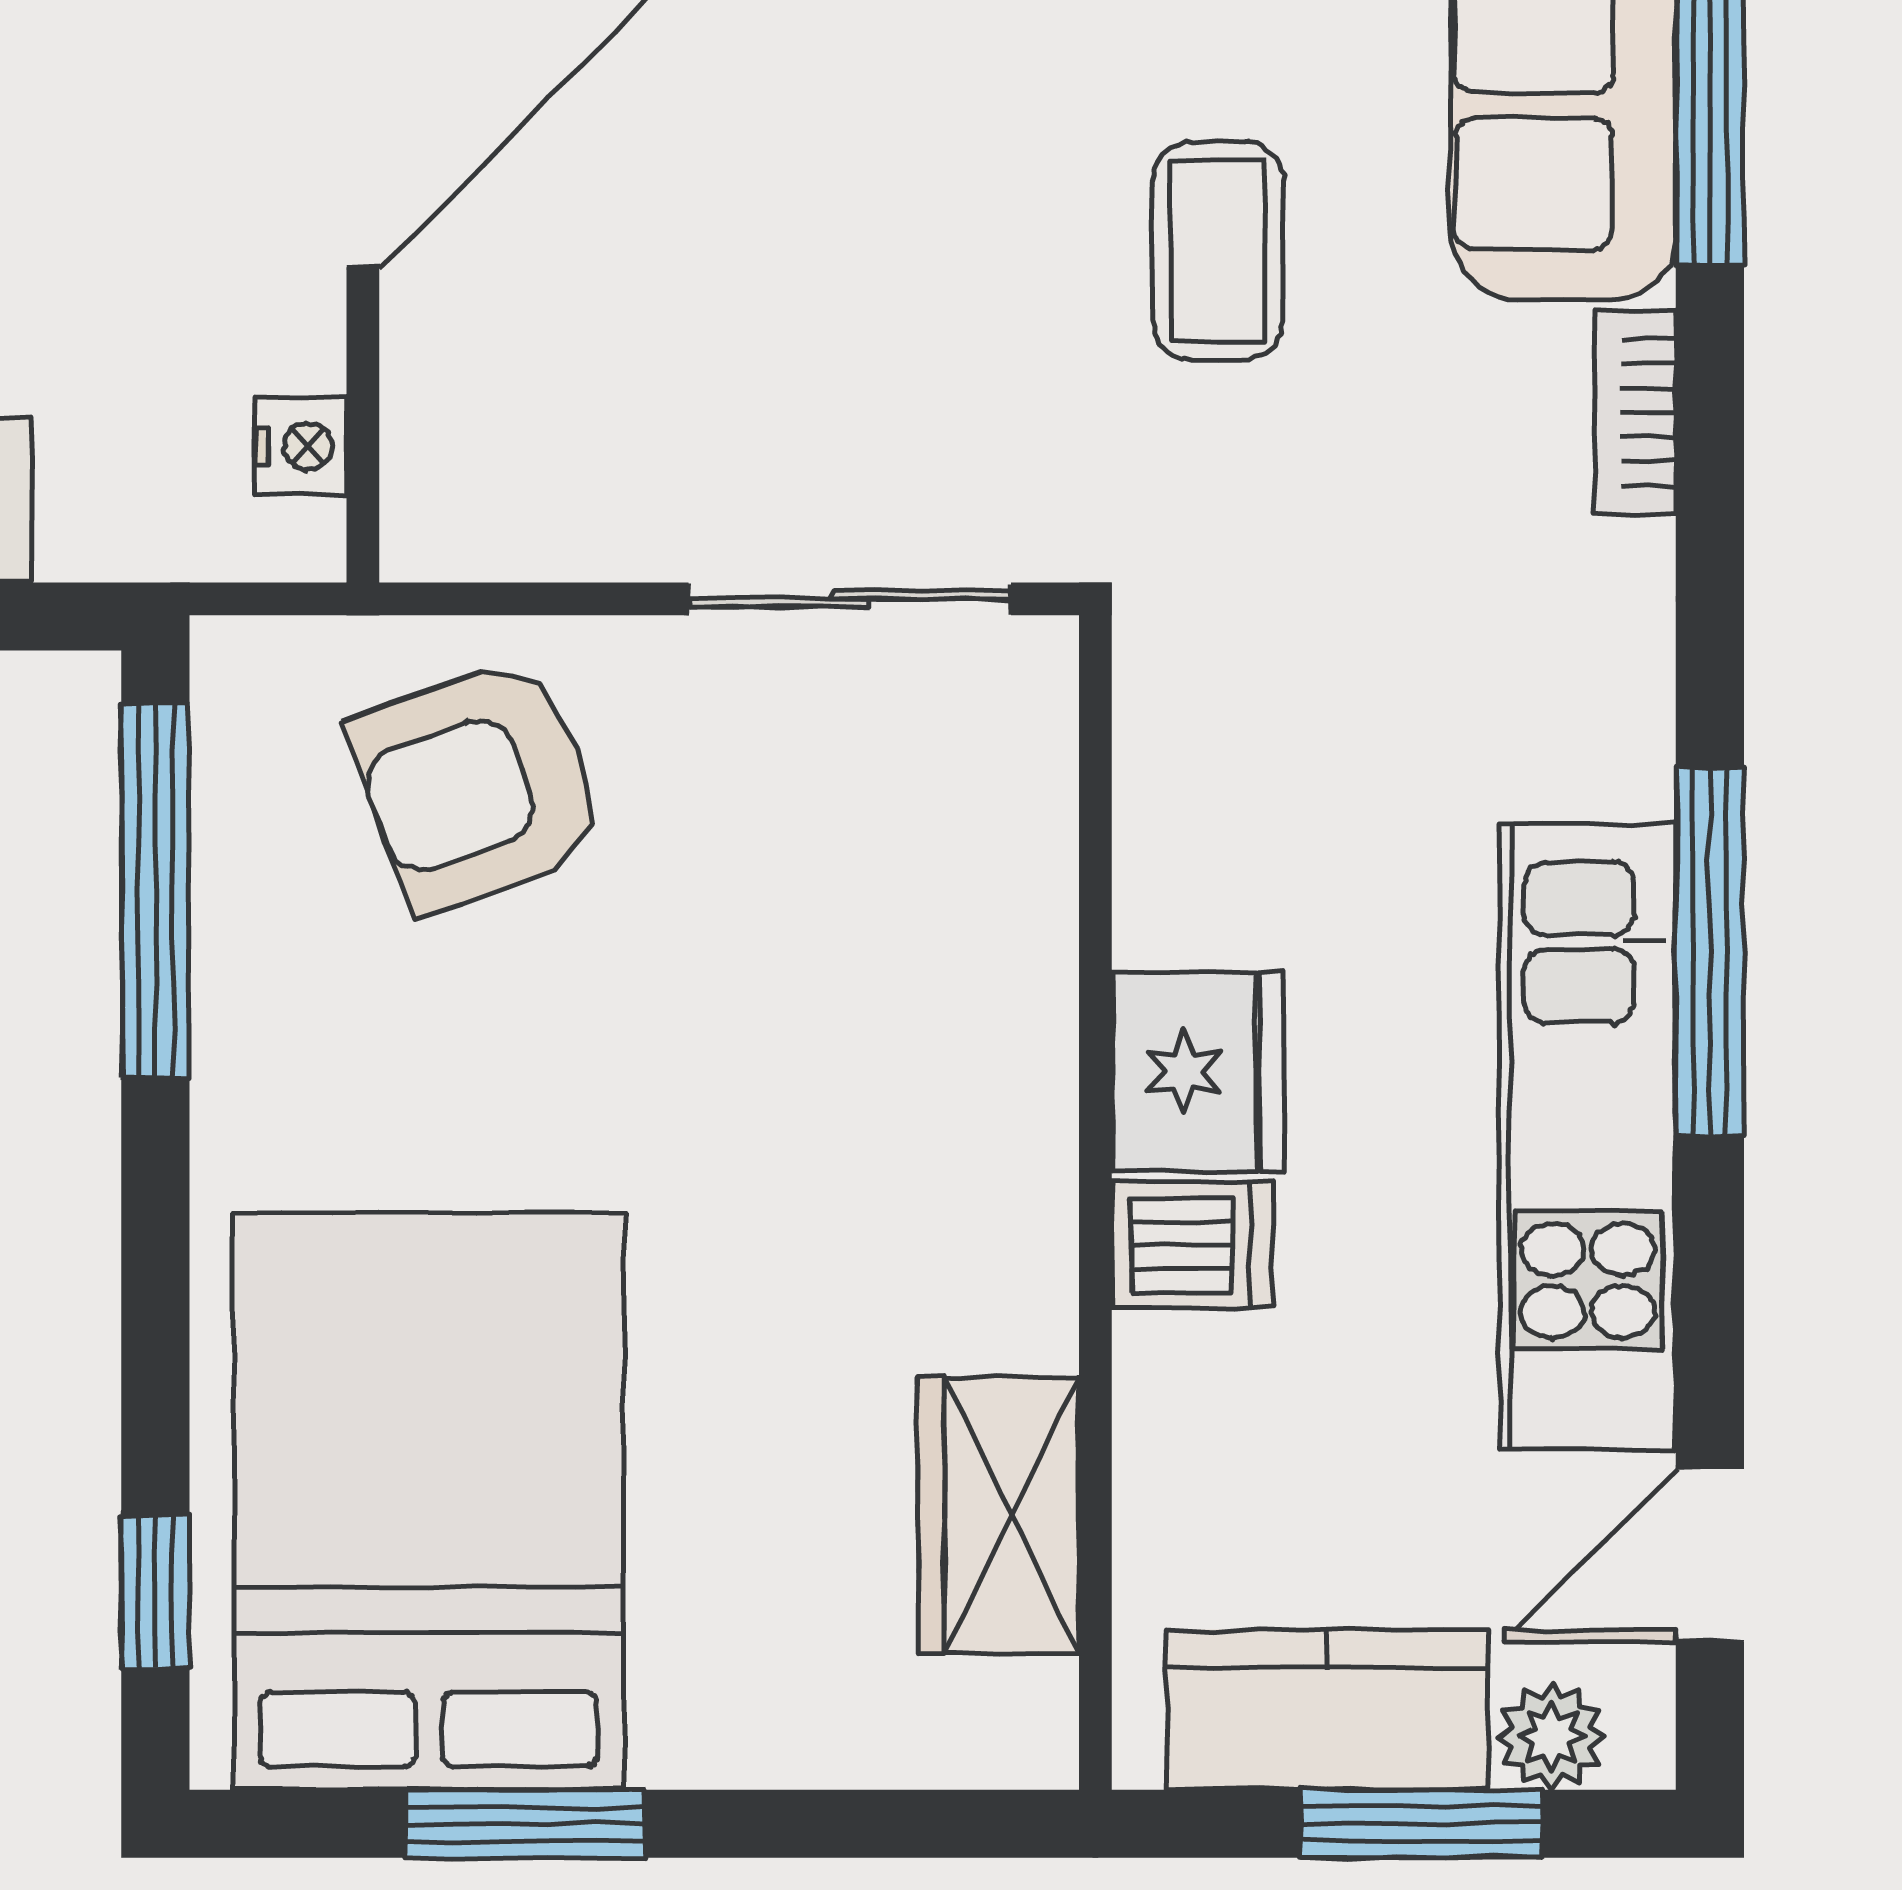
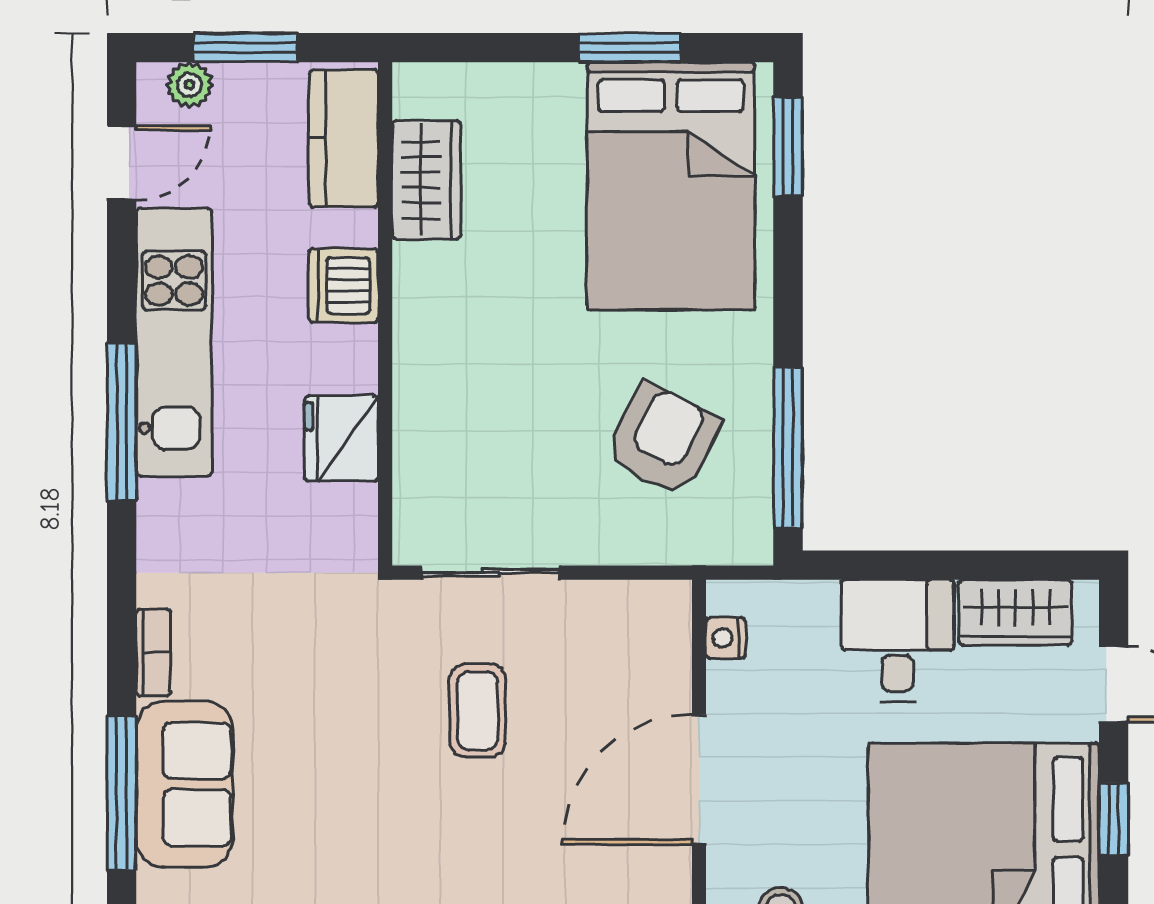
coffee table: (1218, 251) -> (478, 711), moved
armchair: (478, 785) -> (663, 440), moved, turned -43
fridge: (1198, 1072) -> (341, 438), moved
dishwasher: (1193, 1245) -> (343, 285), width x1.38
window: (155, 1592) -> (788, 147), width x1.50
kitchen counter: (1327, 1710) -> (344, 138), moved, turned 90

